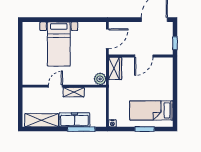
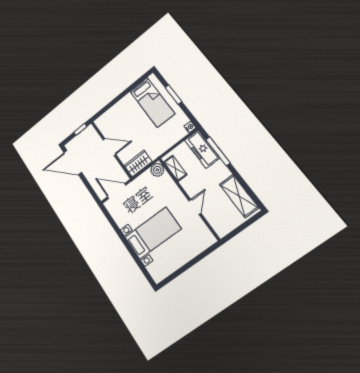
door: (55, 86) -> (195, 207), swing flipped
shelving: (74, 92) -> (175, 168), moved
freezer: (74, 120) -> (202, 149), moved

